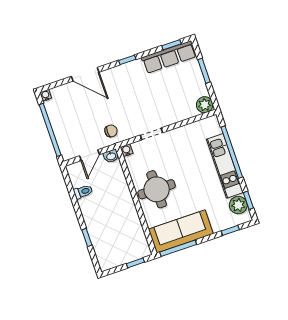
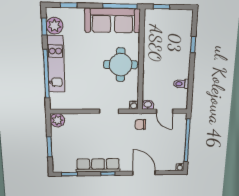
row of seats: (169, 57) -> (98, 165), moved
door: (89, 155) -> (165, 111), swing flipped

